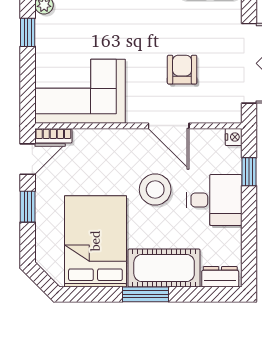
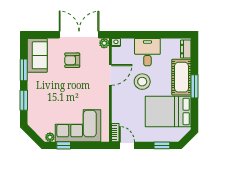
armchair: (182, 70) -> (72, 60), moved
corner sofa: (80, 91) -> (78, 126), moved, turned 90
plant: (232, 114) -> (104, 43), added
window: (249, 172) -> (133, 35), removed
window: (28, 207) -> (162, 145), moved

